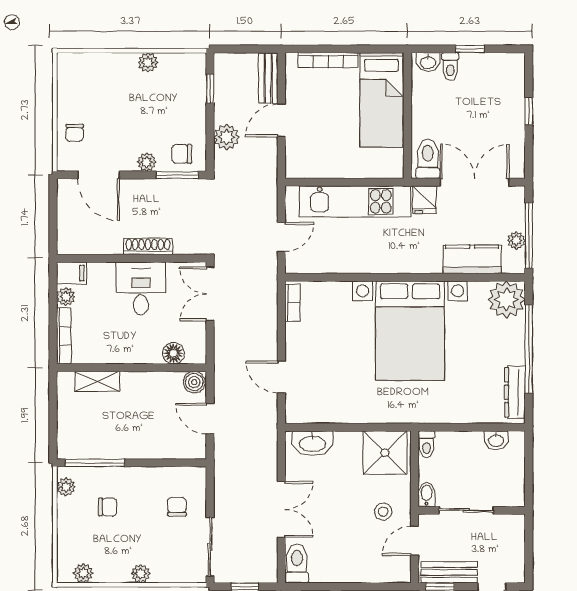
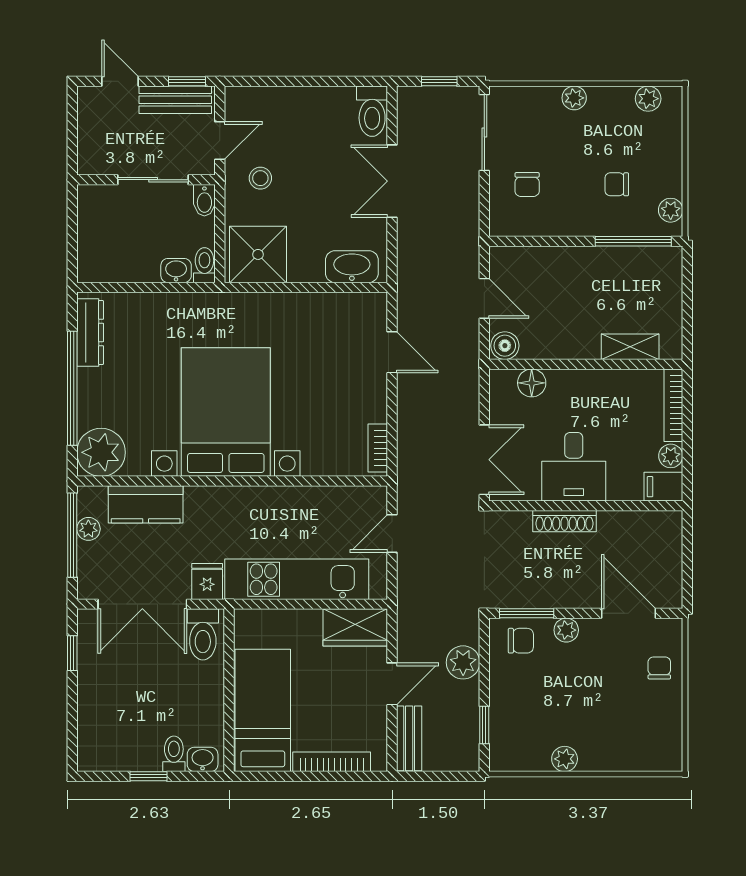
window: (529, 111) -> (72, 653), moved
wardrobe: (310, 164) -> (355, 627), added
washbasin: (496, 440) -> (176, 271), moved

